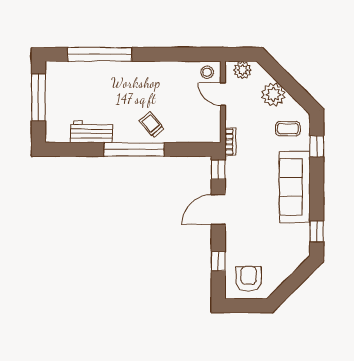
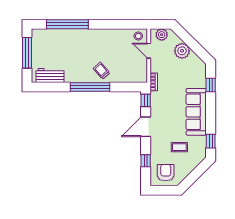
coffee table: (288, 129) -> (179, 147), moved
workbench: (91, 132) -> (50, 75), moved

